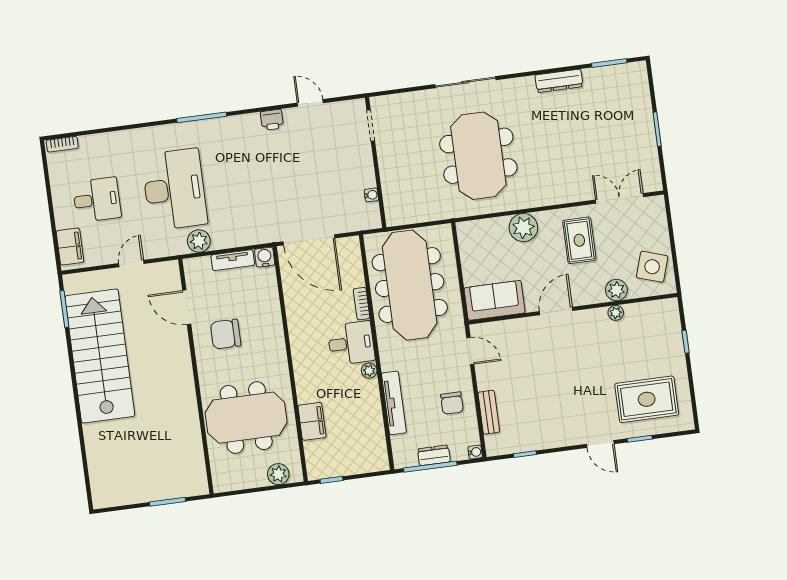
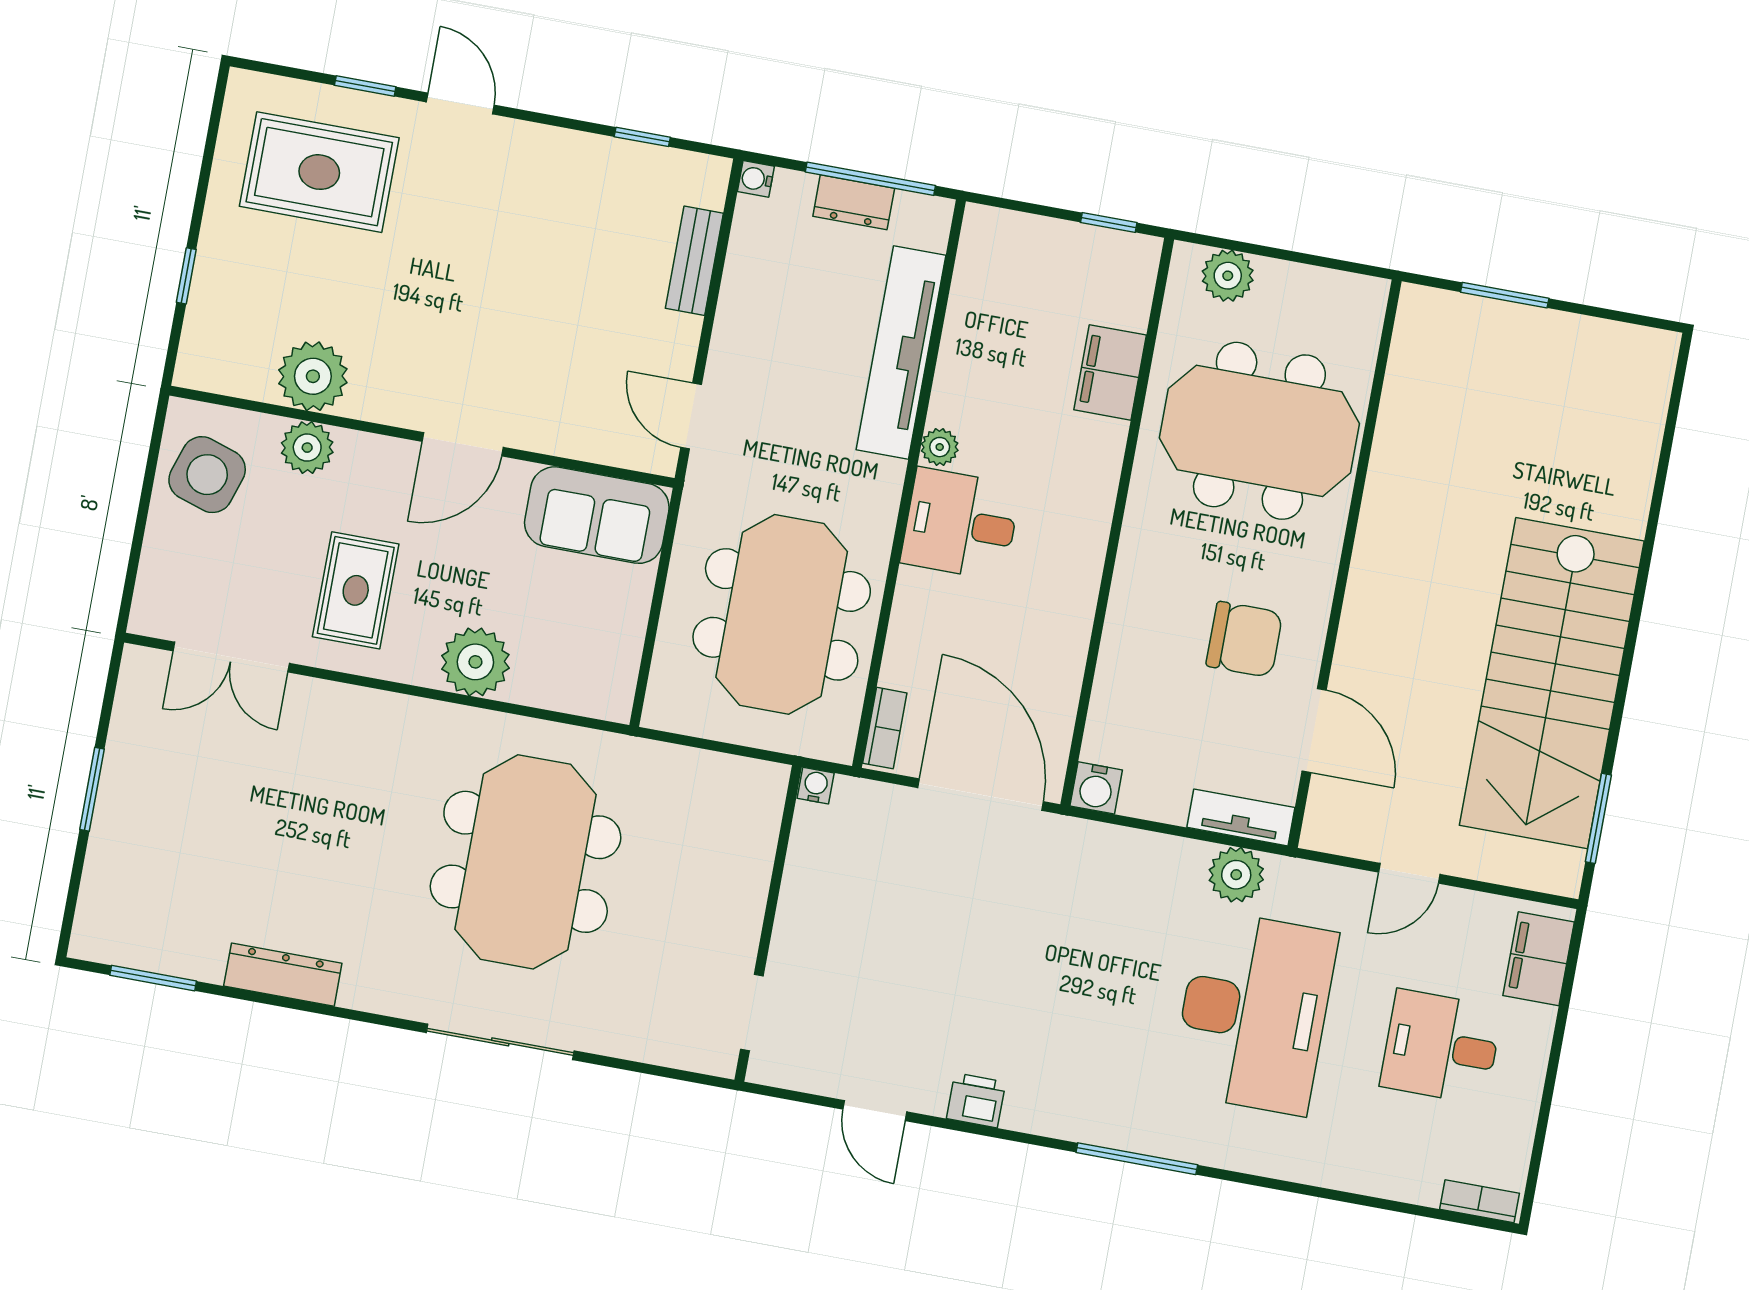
desk: (174, 189) -> (1254, 1013), turned 180
water cooler: (371, 195) -> (816, 786), moved, turned 90
tv unit: (233, 260) -> (1241, 817), moved
meeting table: (410, 285) -> (782, 614), width x0.73
bookcase: (362, 304) -> (885, 728), moved
plant: (616, 313) -> (313, 376), width x1.87, depth x1.87
tv unit: (394, 403) -> (901, 353), width x1.36, depth x1.29
chair: (452, 403) -> (772, 310), removed

